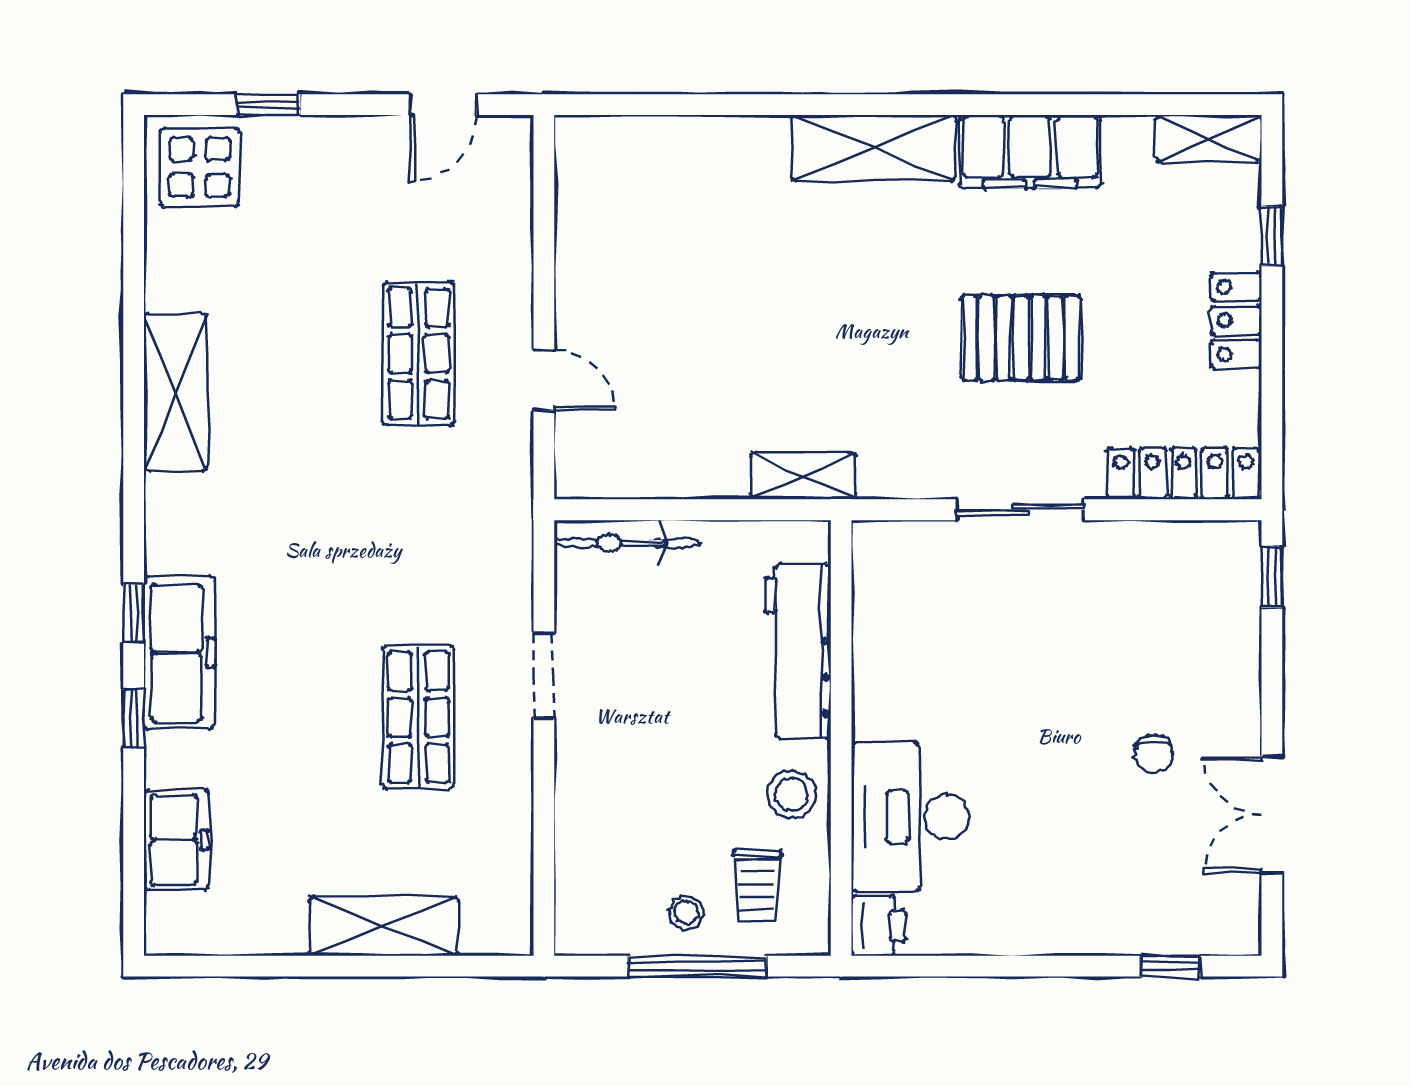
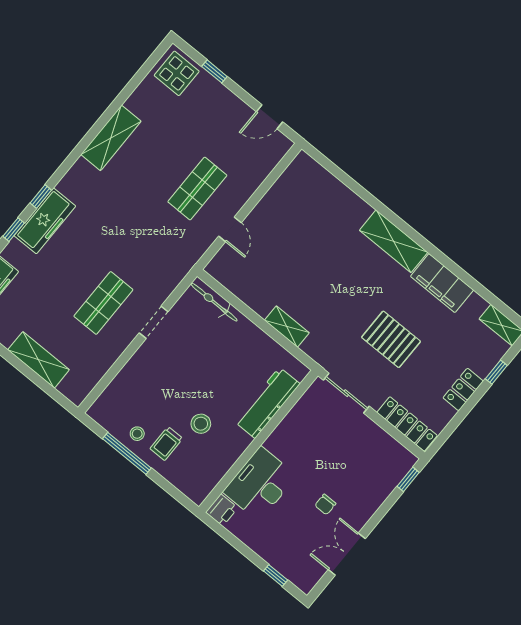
workbench: (798, 651) -> (267, 403), moved
wall: (841, 738) -> (258, 441), moved
desk: (910, 817) -> (260, 484), moved
printer: (879, 926) -> (222, 510), moved

